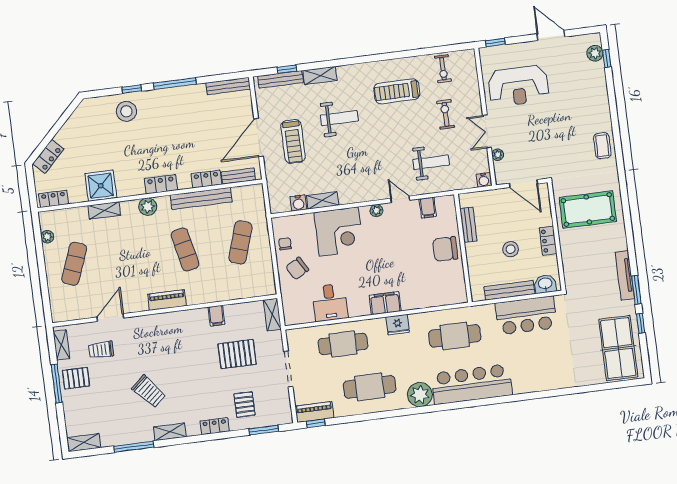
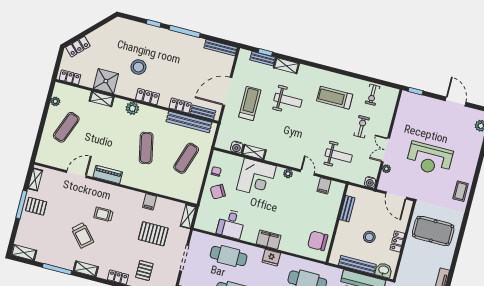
bench: (280, 79) -> (262, 59), width x0.73
reception desk: (518, 86) -> (430, 159), moved
stool: (126, 111) -> (138, 67), moved
treadmill: (293, 141) -> (250, 103), turned 180
bench: (201, 198) -> (189, 122), moved
chair: (445, 249) -> (318, 241), moved
piano: (167, 300) -> (108, 175), moved
trolley: (101, 350) -> (103, 214), moved

